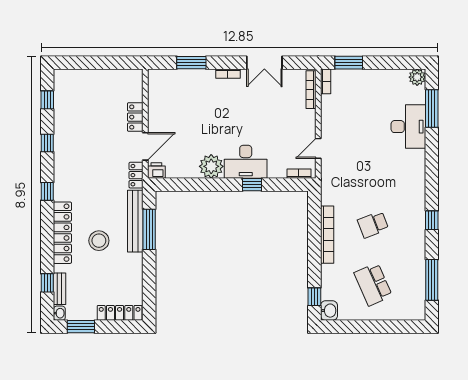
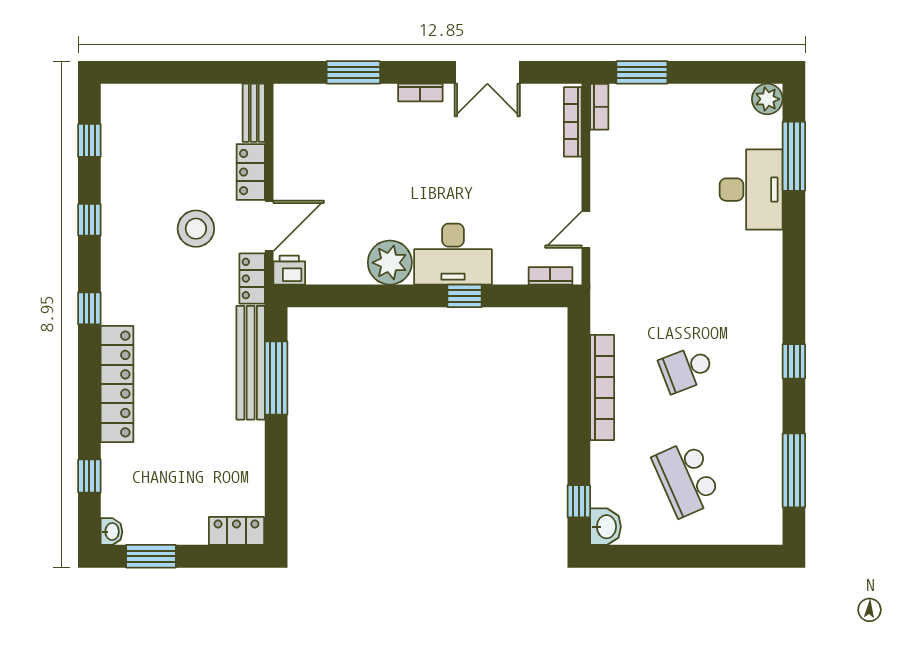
stool: (99, 241) -> (196, 229), moved
bench: (59, 289) -> (254, 113), moved
locker: (120, 313) -> (236, 531), width x0.66

